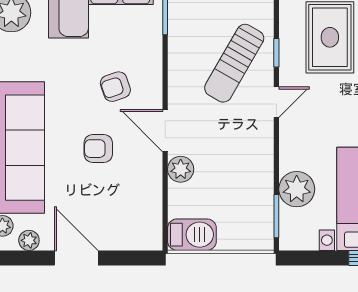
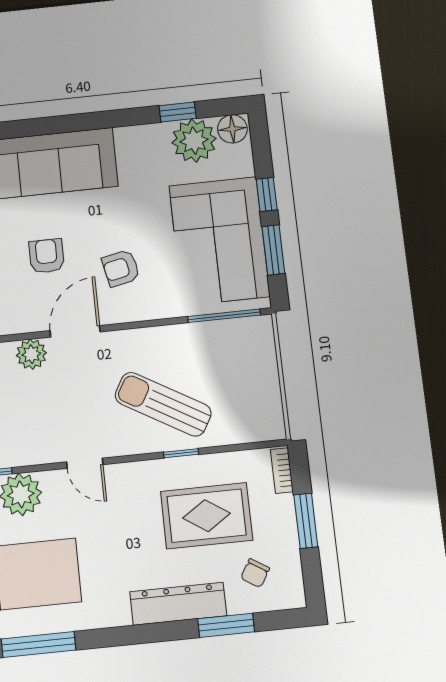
armchair: (115, 87) -> (121, 268), turned -83
door: (276, 102) -> (85, 463), moved

